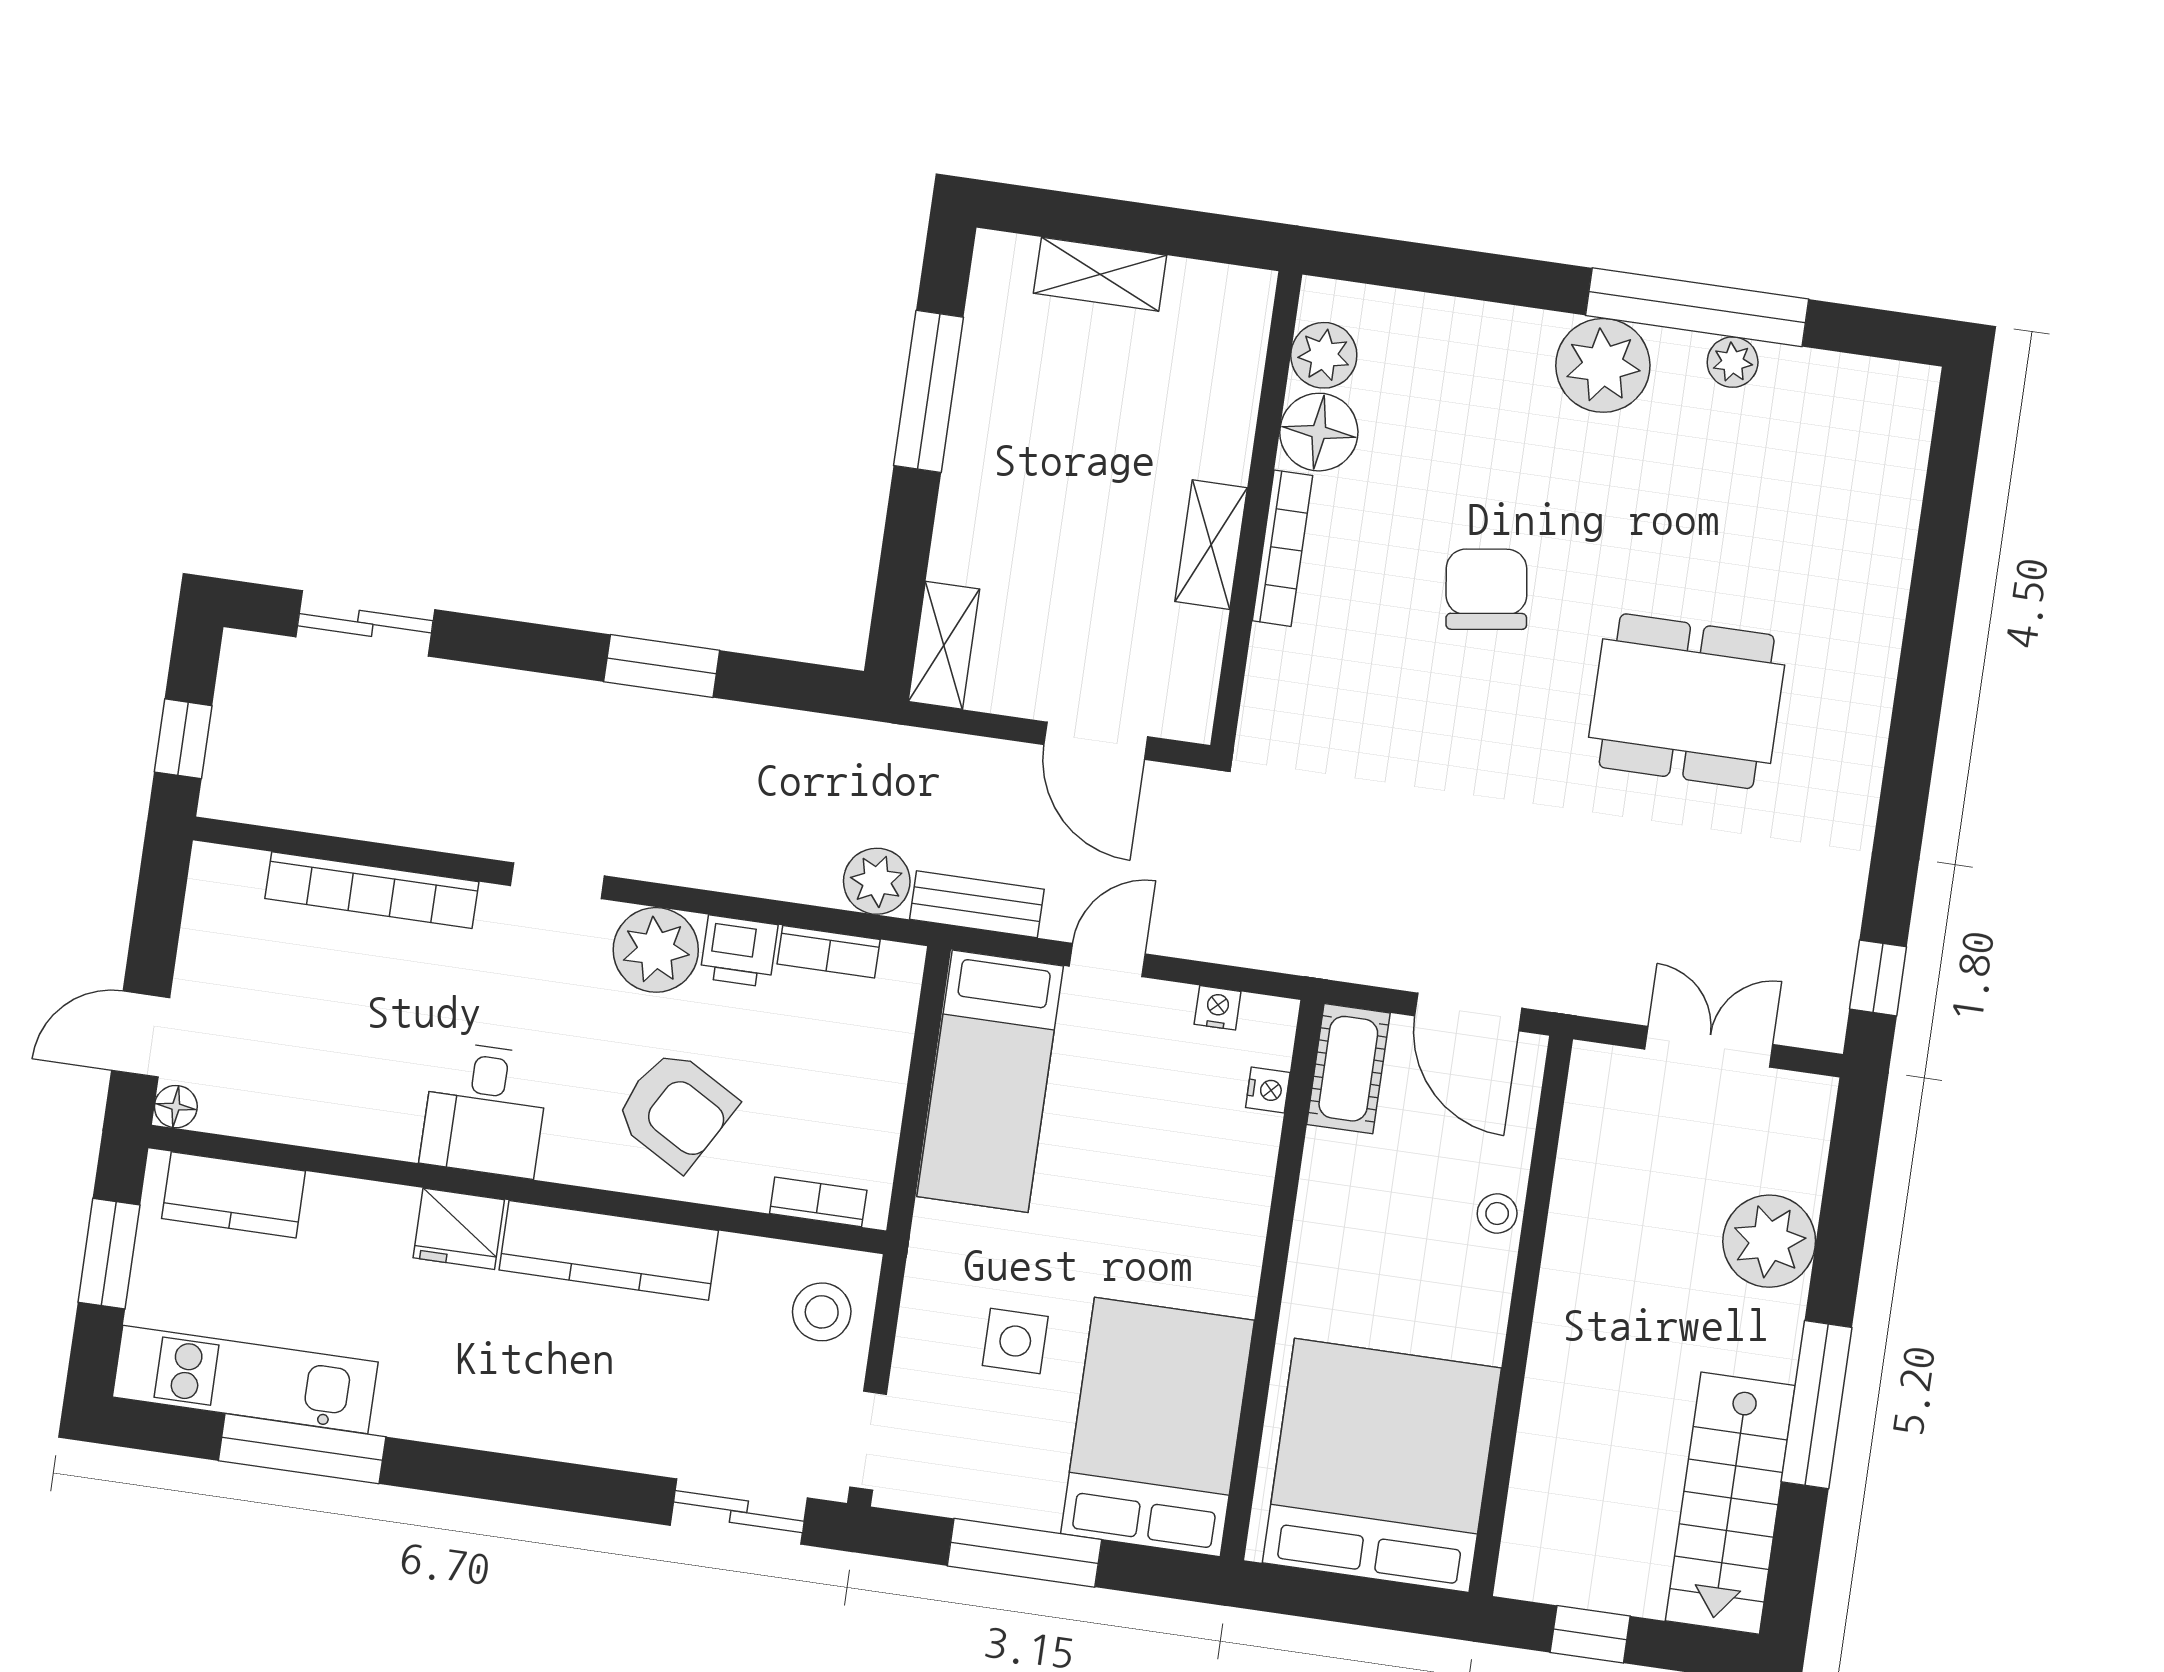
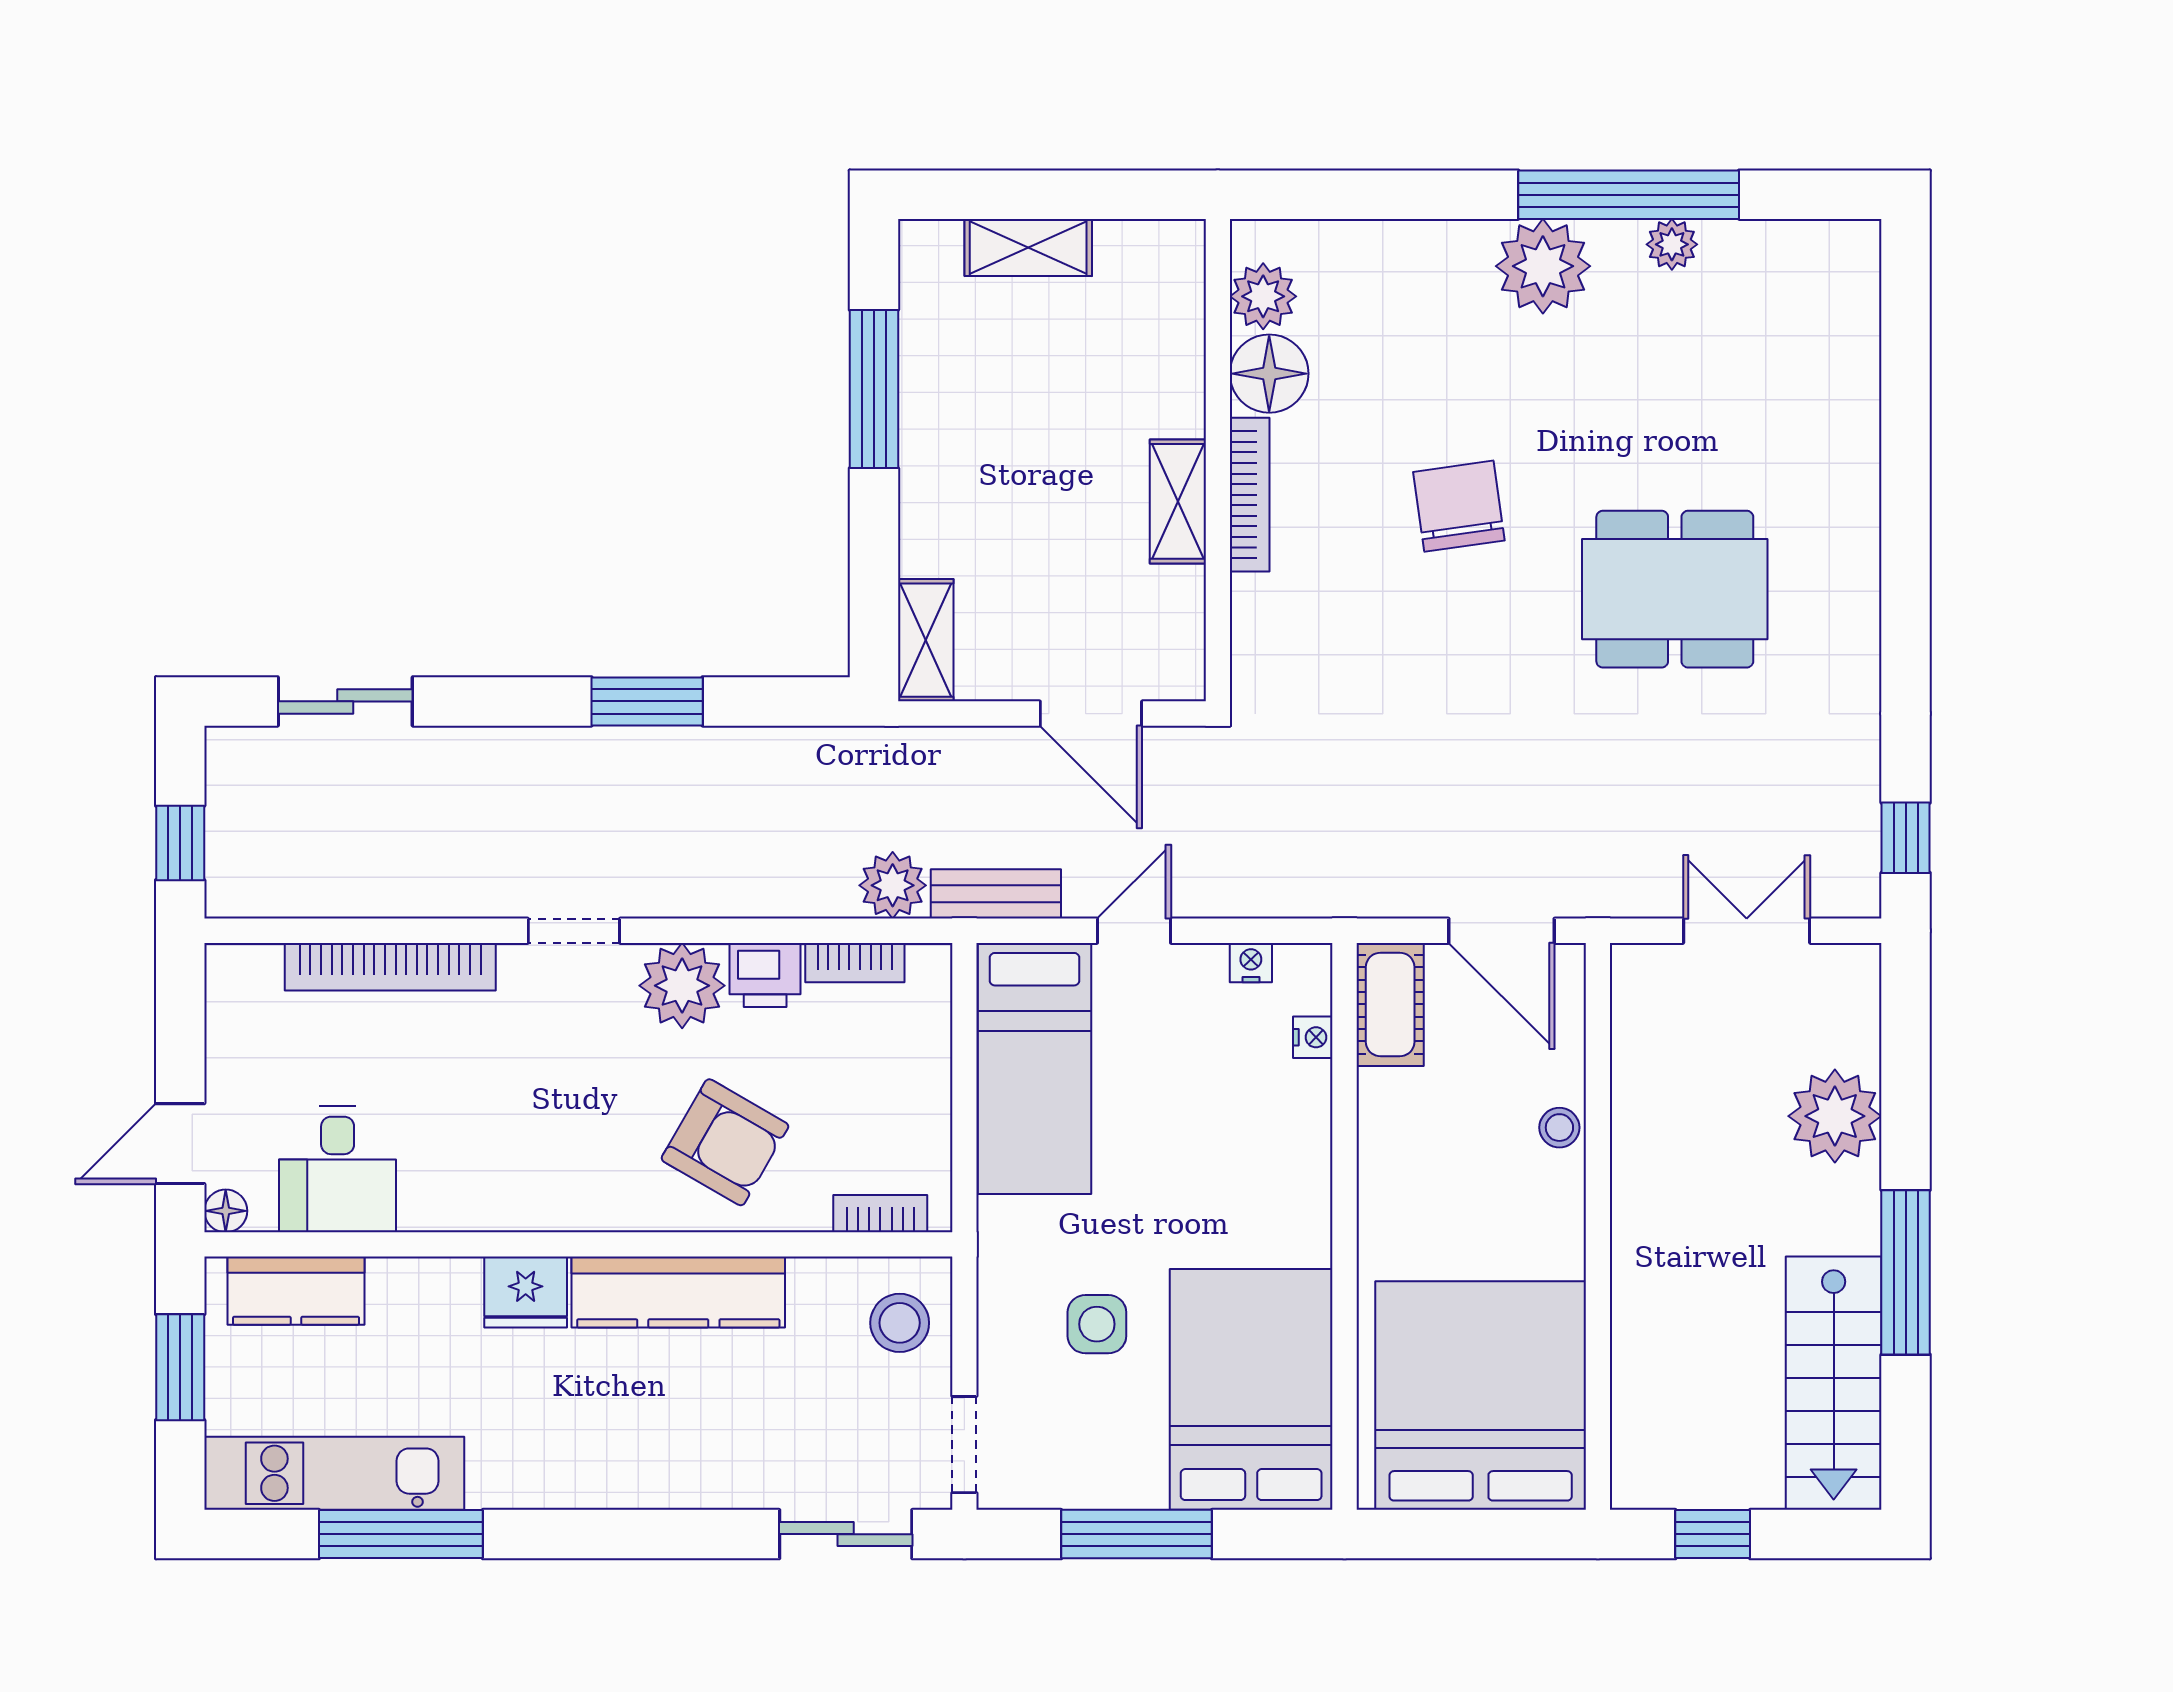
desk: (485, 1110) -> (338, 1169), moved

